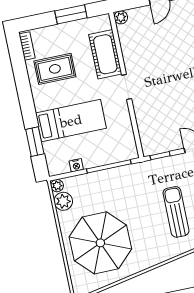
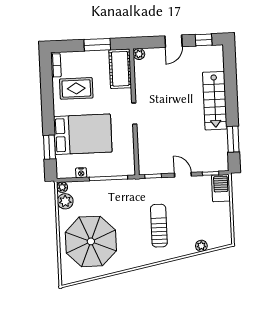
cot: (105, 54) -> (120, 69), moved
bed: (71, 121) -> (83, 134), width x1.50

